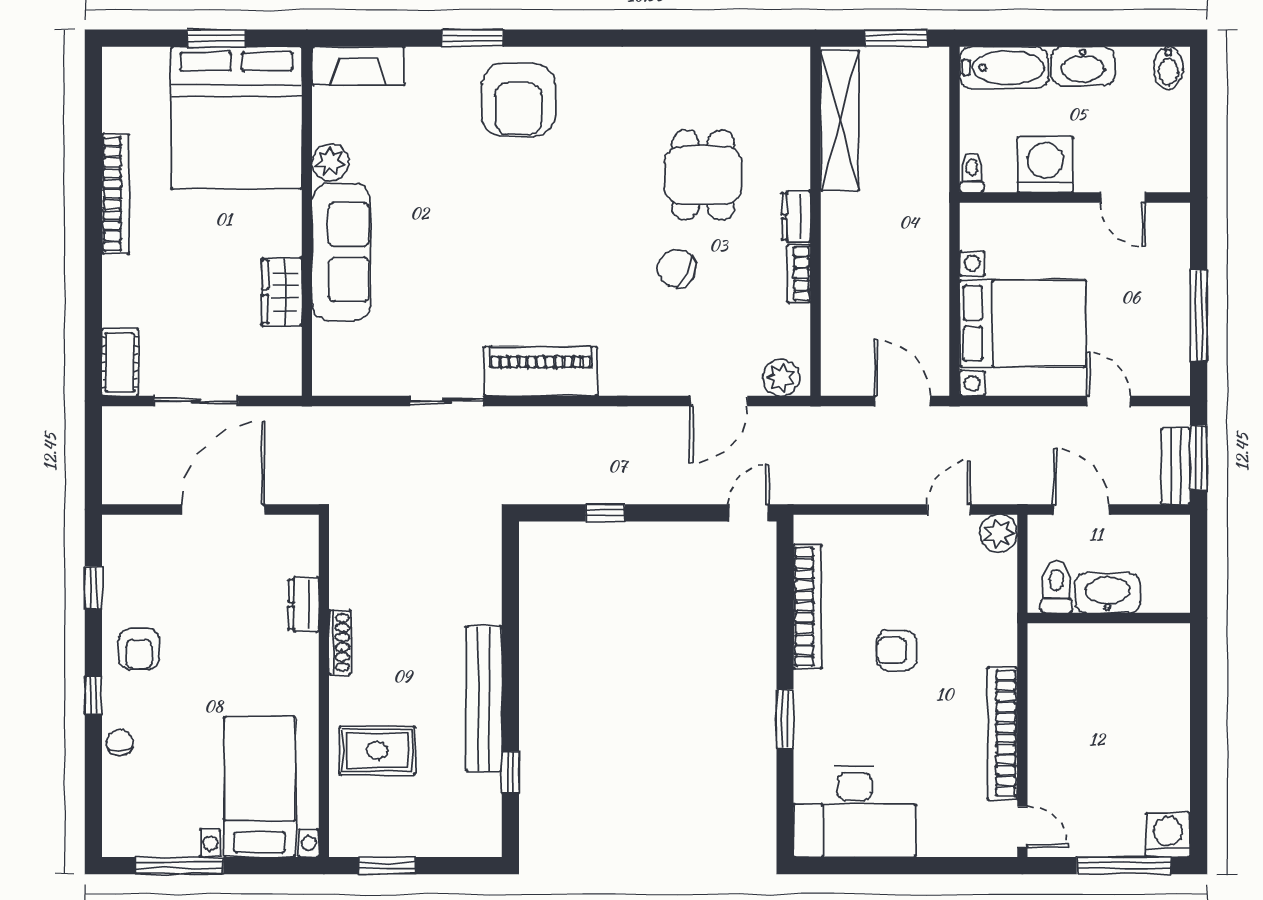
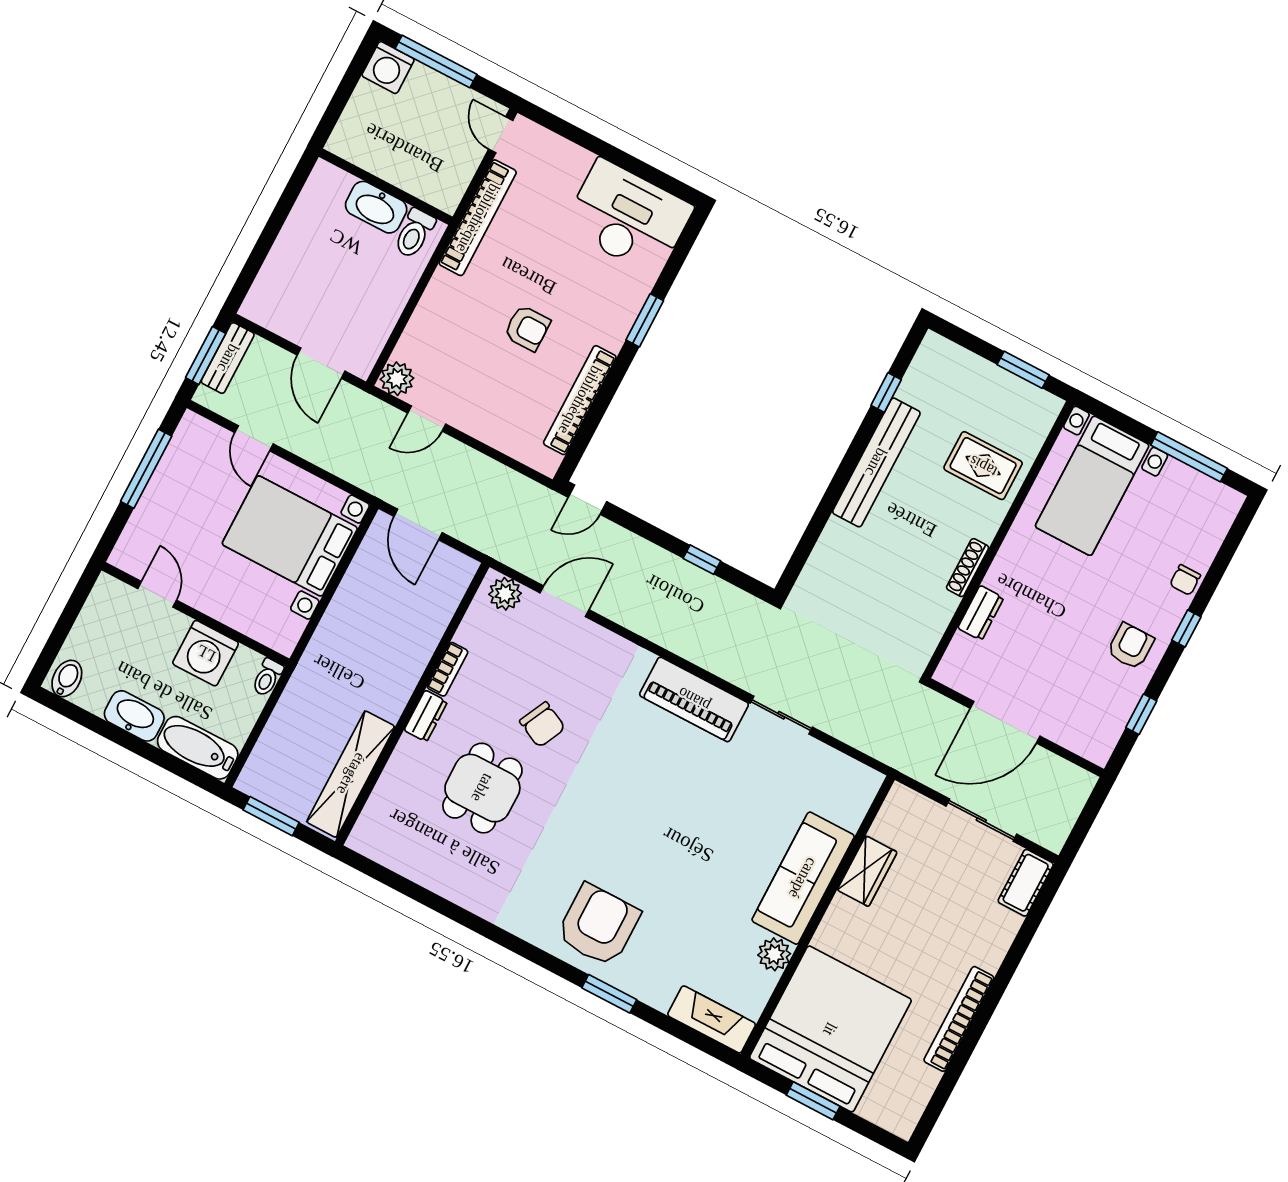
toilet: (1056, 587) -> (414, 233), moved
washbasin: (1108, 593) -> (376, 207), moved
wall: (1109, 618) -> (386, 187), moved

